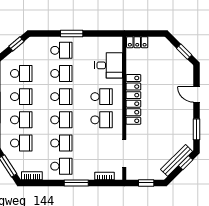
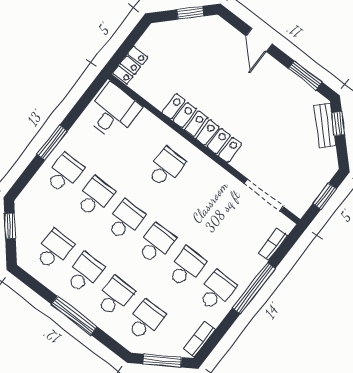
desk: (109, 65) -> (113, 112), moved
door: (197, 94) -> (259, 40), hinge flipped
school desk: (102, 120) -> (196, 191), removed
bench: (177, 160) -> (325, 125), width x0.73
window: (76, 183) -> (254, 288), width x1.44

